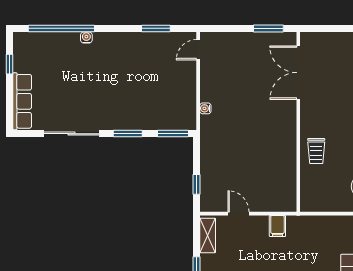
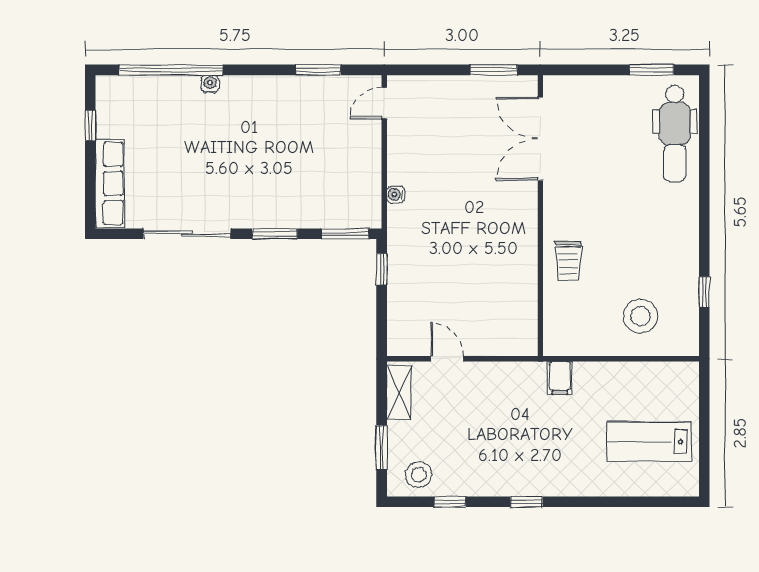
window: (196, 184) -> (382, 269), moved
filing cabinet: (277, 226) -> (560, 378), moved

